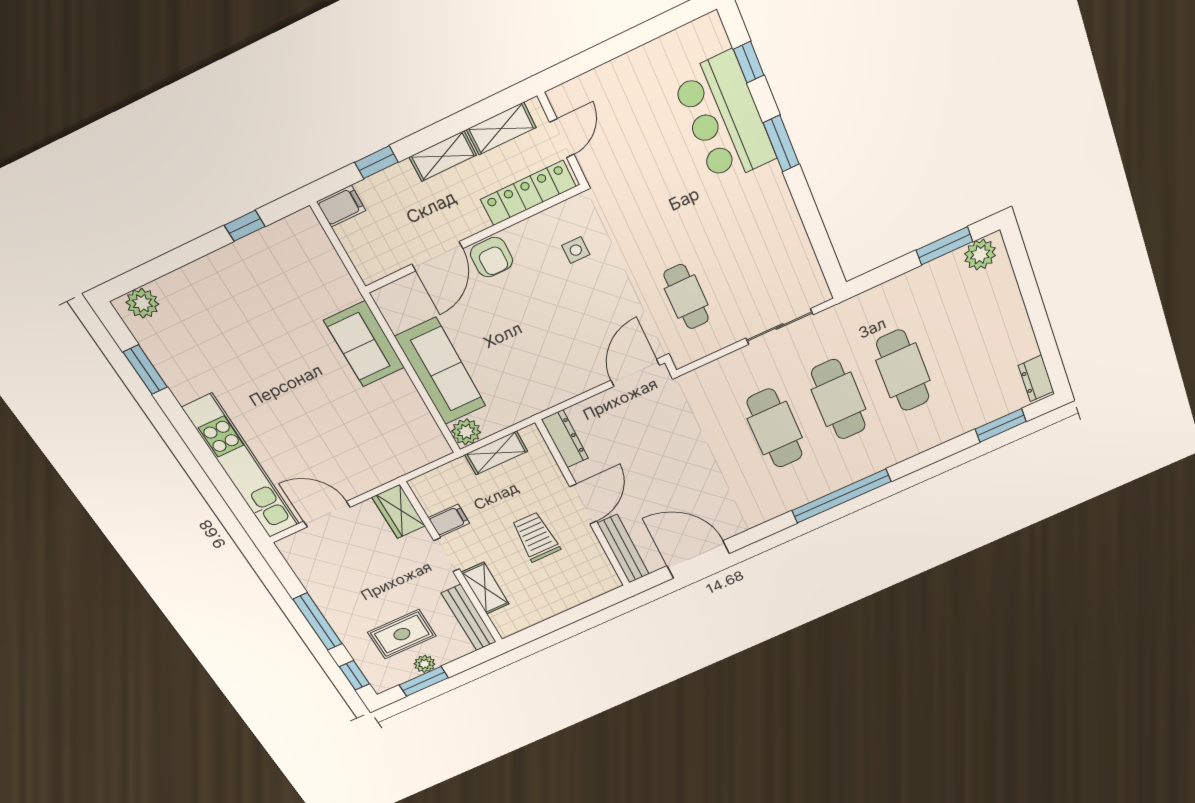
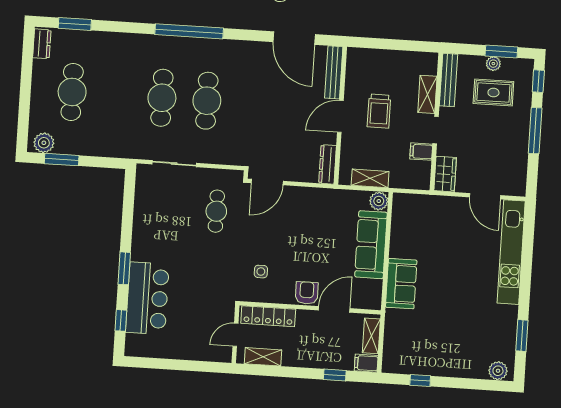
shelving: (443, 156) -> (371, 336), moved, turned 90
cafe table: (903, 370) -> (72, 92), moved

